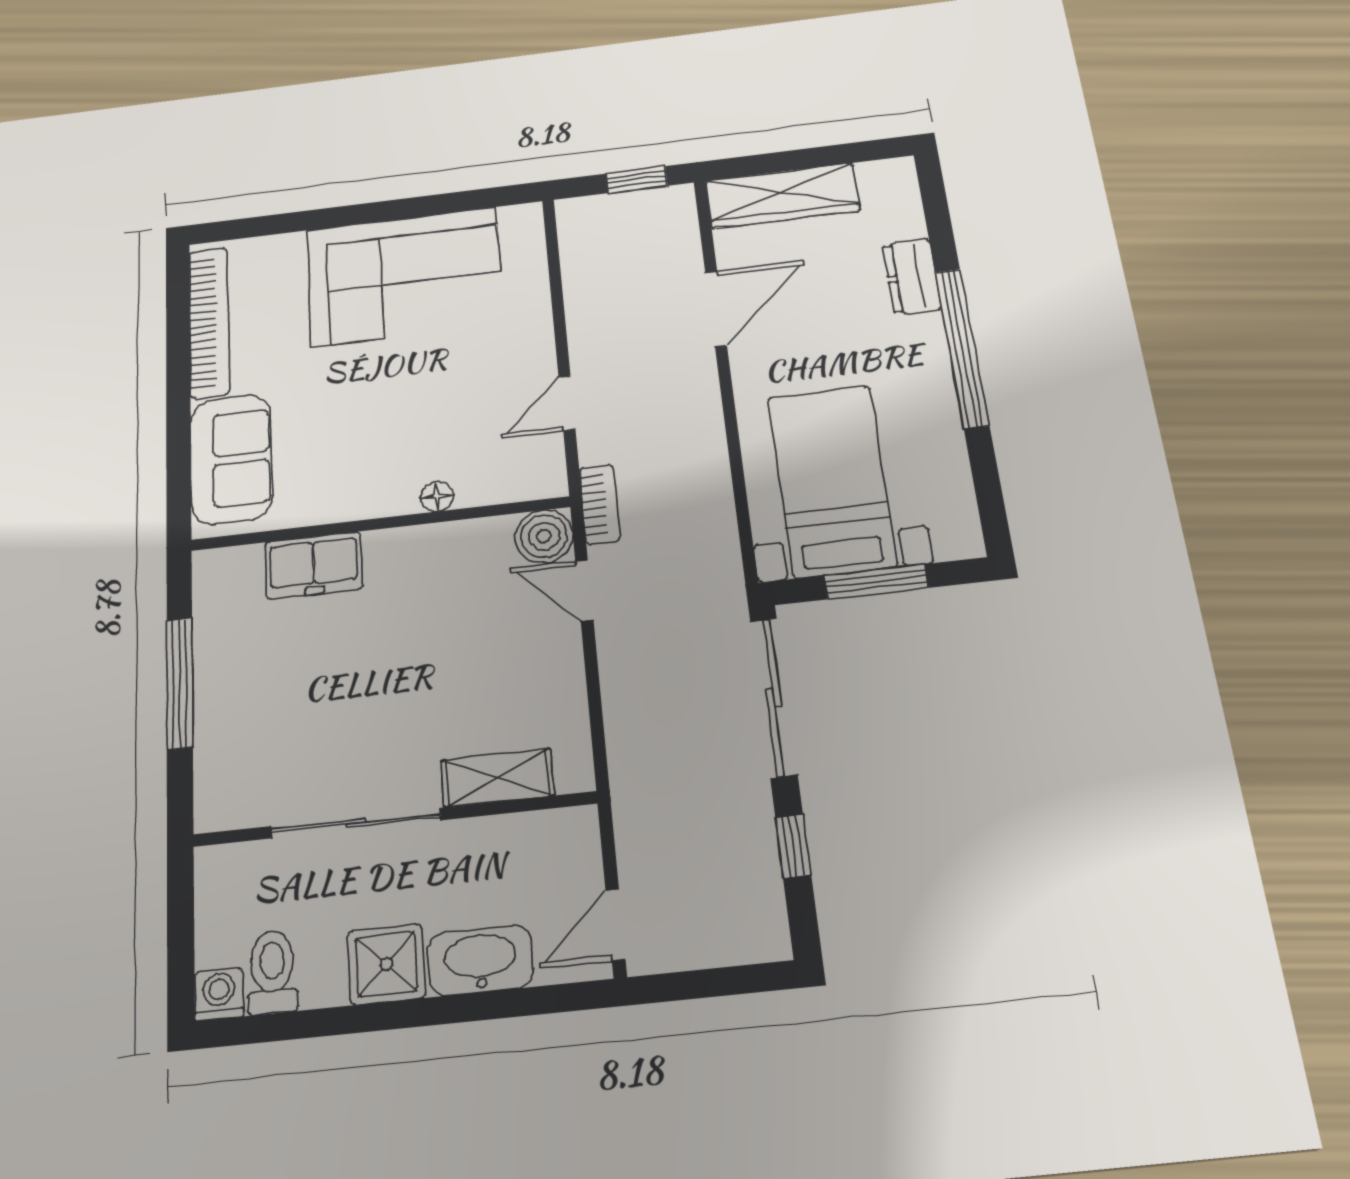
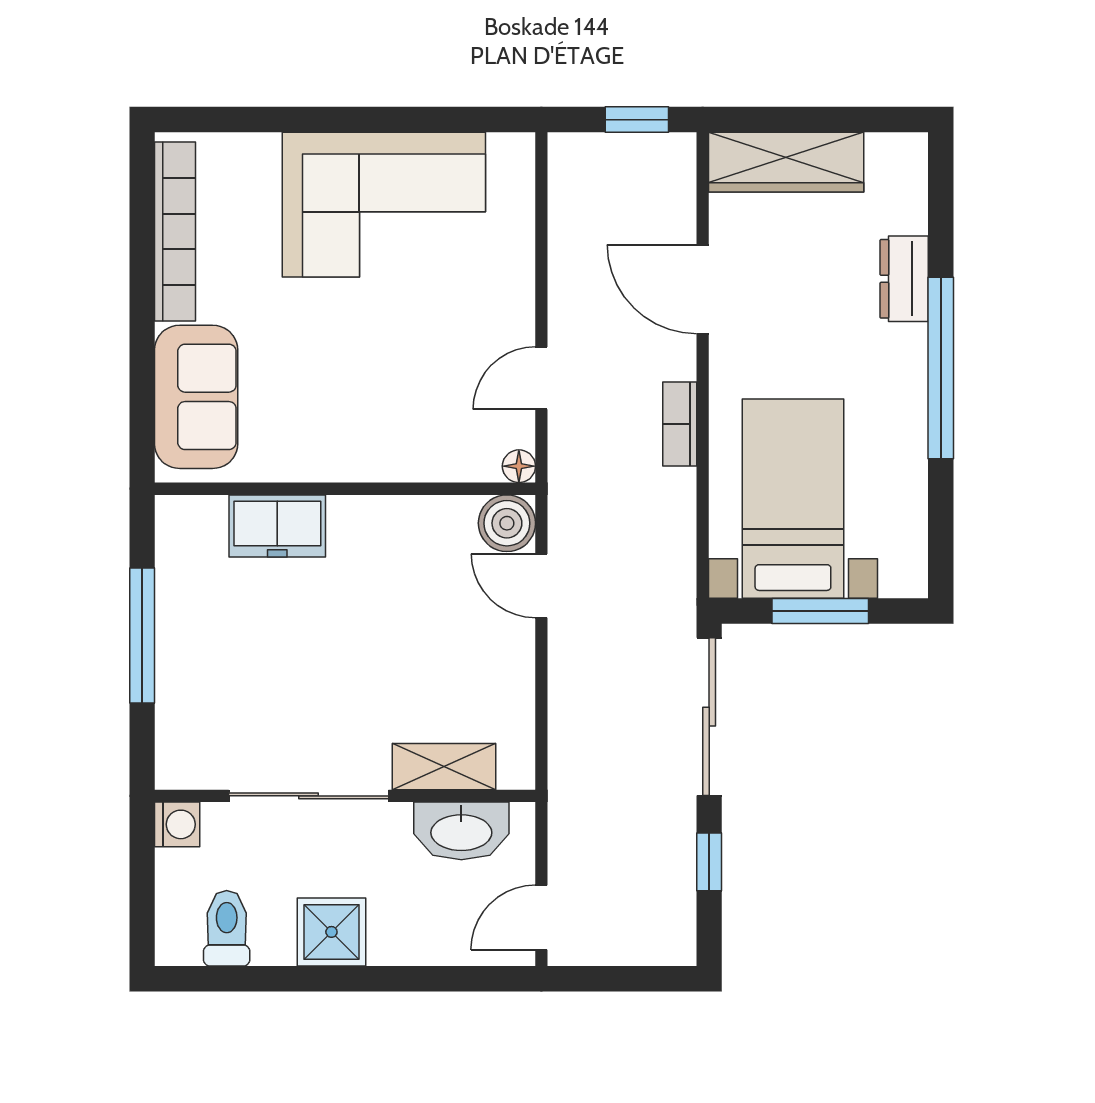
door: (716, 309) -> (703, 289), swing flipped
floor lamp: (437, 497) -> (519, 466), moved
bookcase: (600, 504) -> (680, 424), moved, turned 180
washbasin: (480, 960) -> (461, 831), moved, turned 180
washing machine: (219, 994) -> (177, 824), moved, turned 90

